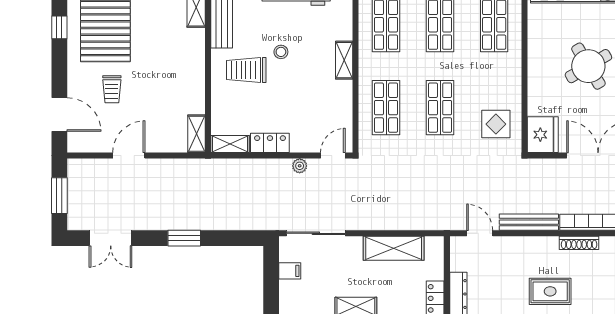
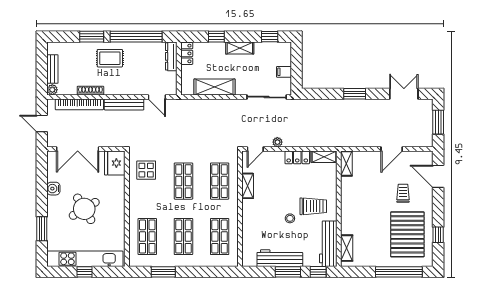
shelving: (344, 60) -> (248, 186), moved

